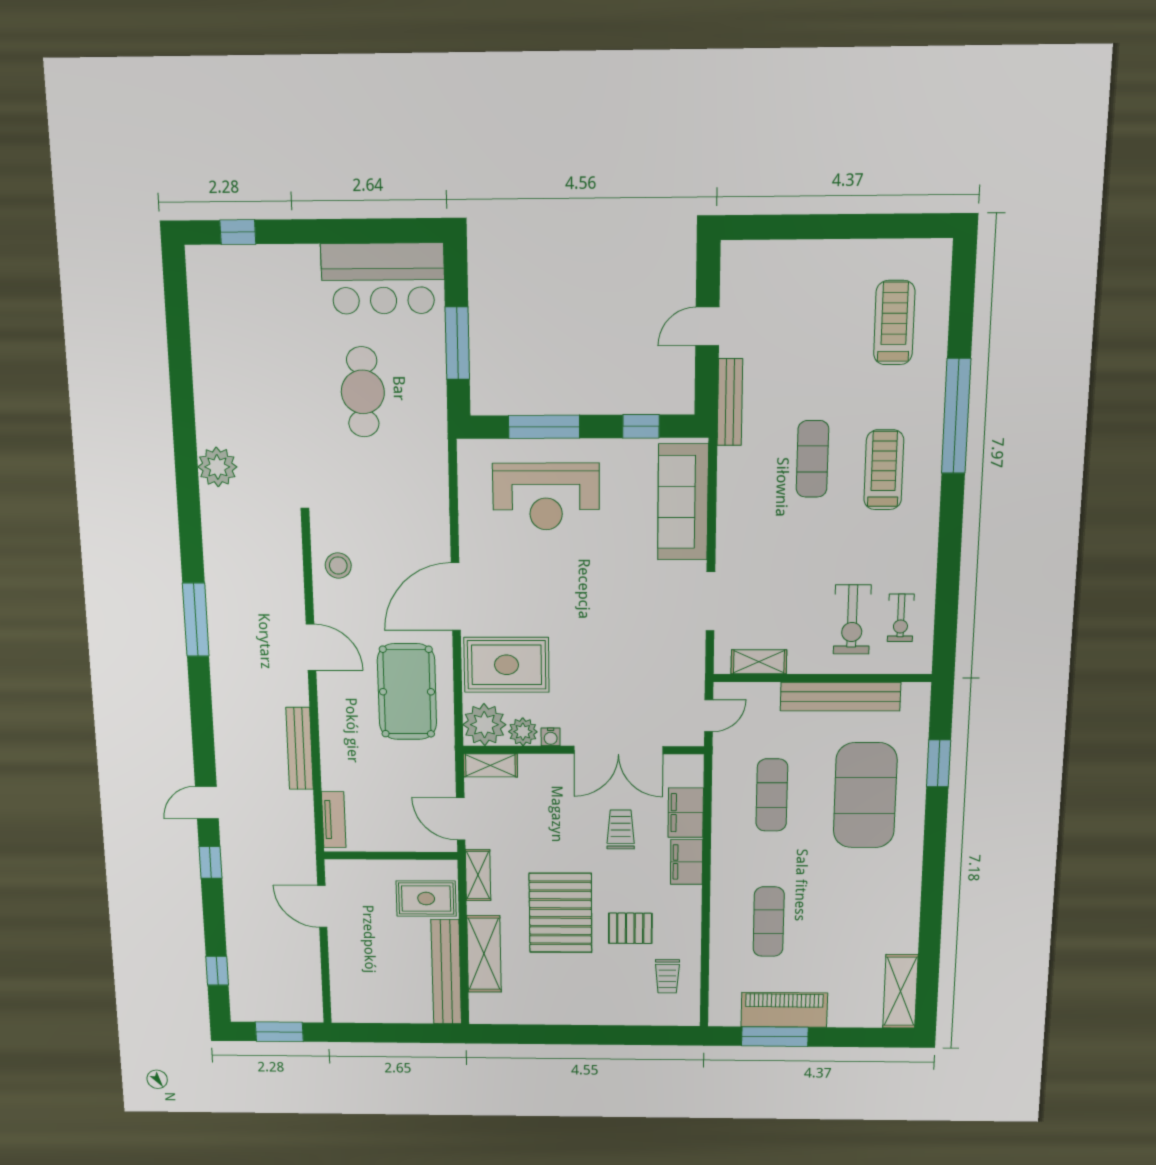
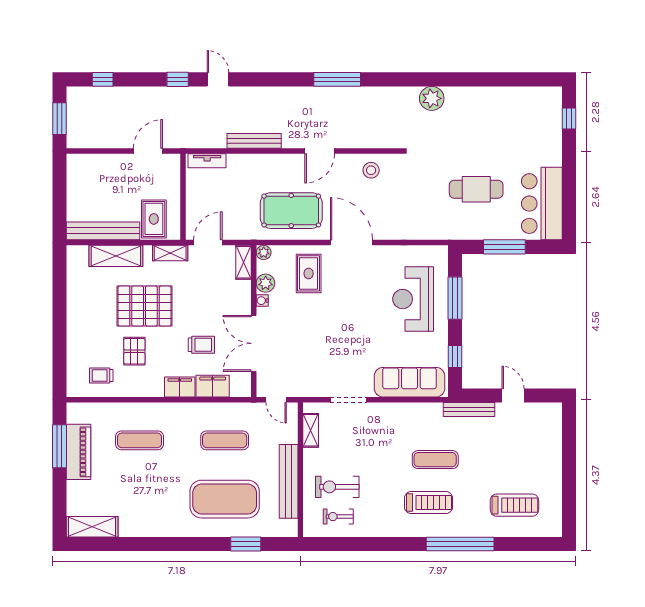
rug: (507, 665) -> (309, 273), width x0.73, depth x0.70
plant: (484, 725) -> (264, 252), width x0.53, depth x0.53

